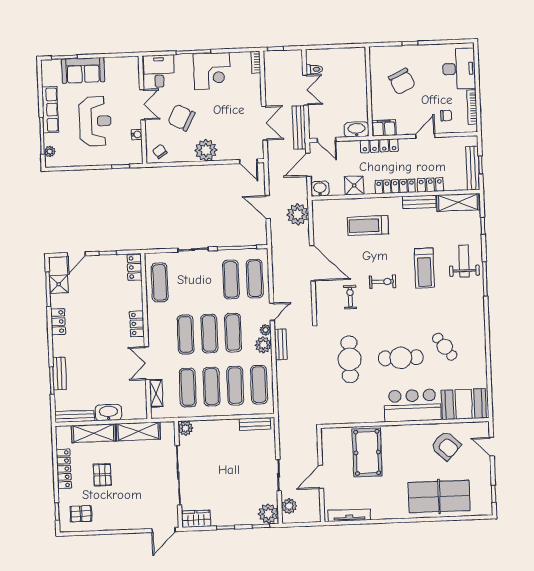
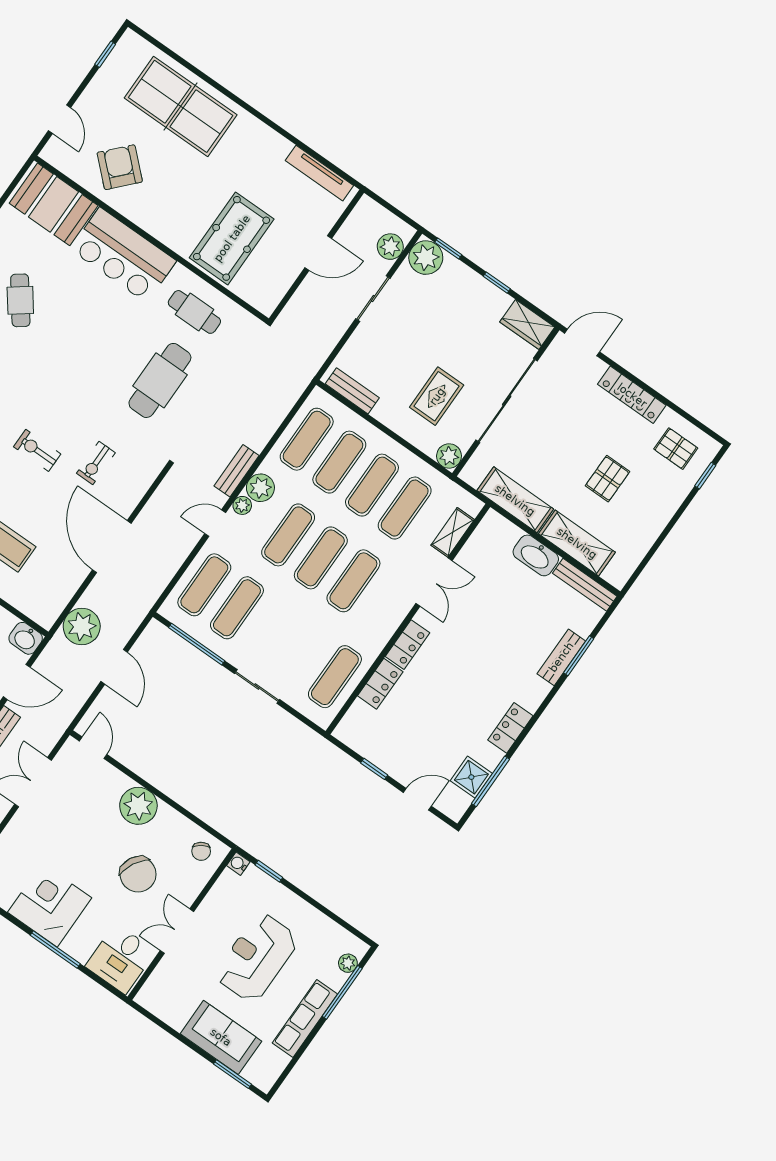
water cooler: (137, 135) -> (238, 864), moved
locker: (135, 267) -> (380, 684), moved
cafe table: (401, 358) -> (194, 312), moved, width x0.73, depth x0.74
rug: (213, 452) -> (437, 396), added
locker: (64, 469) -> (632, 395), moved, turned -90

